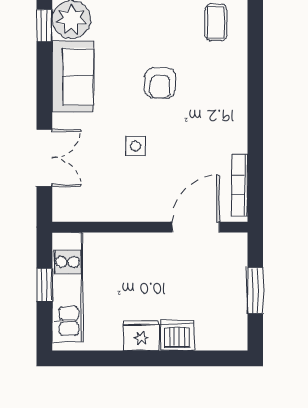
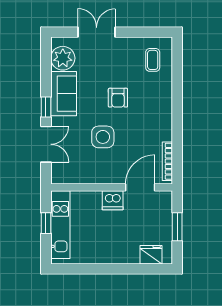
window: (44, 26) -> (46, 107), moved
side table: (136, 146) -> (103, 137), width x1.87, depth x1.87
dishwasher: (177, 335) -> (113, 200), moved, turned 180
fridge: (141, 336) -> (151, 255), moved

